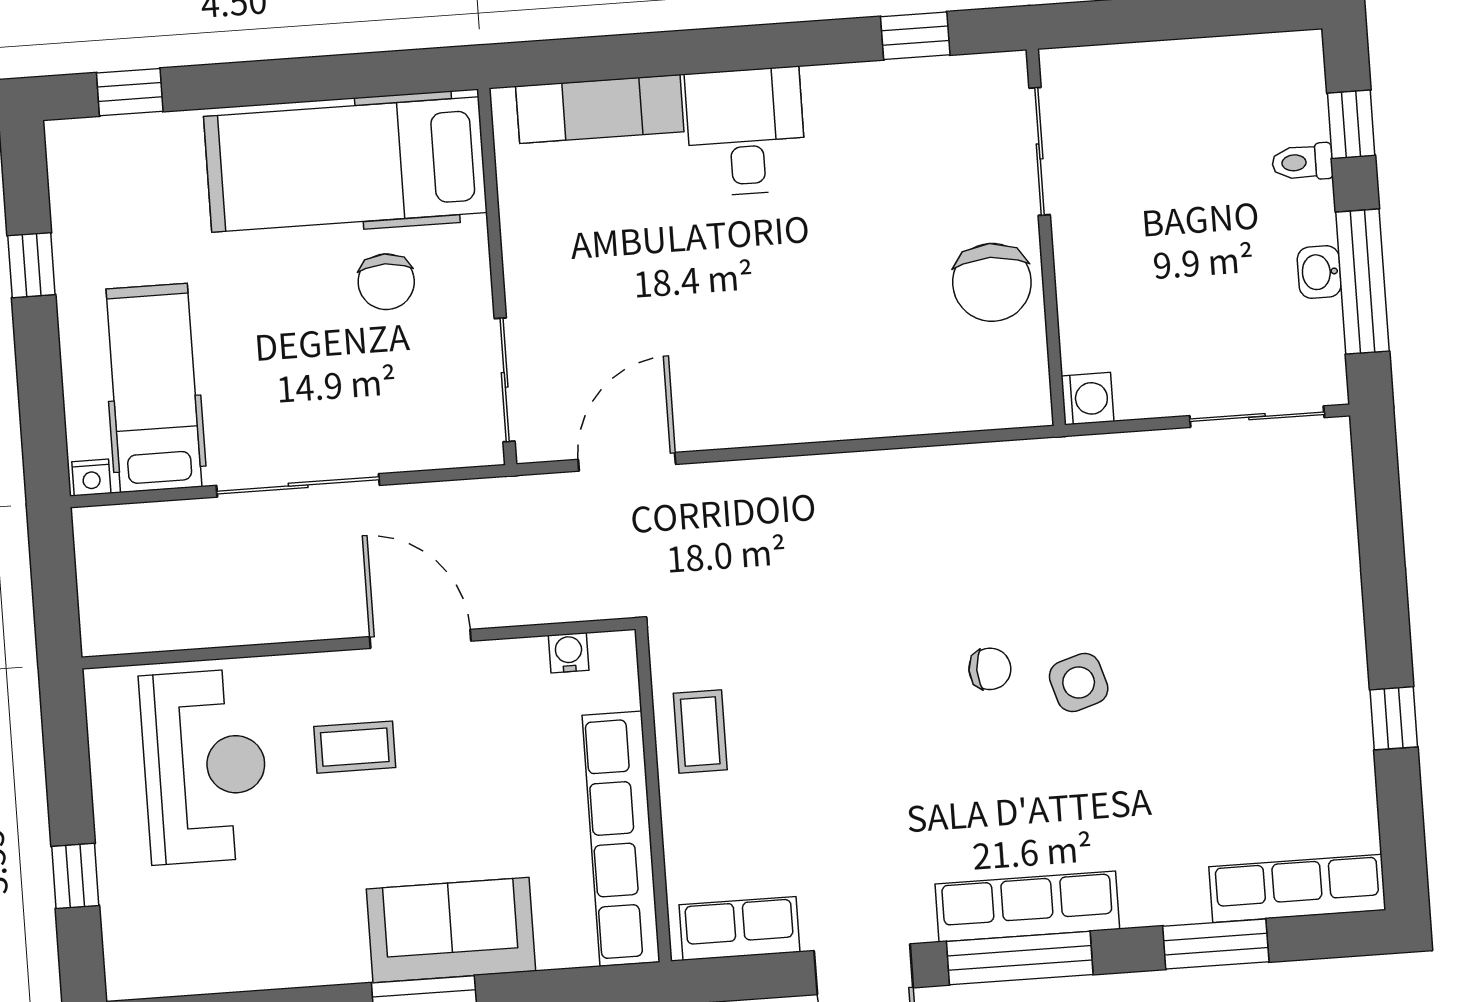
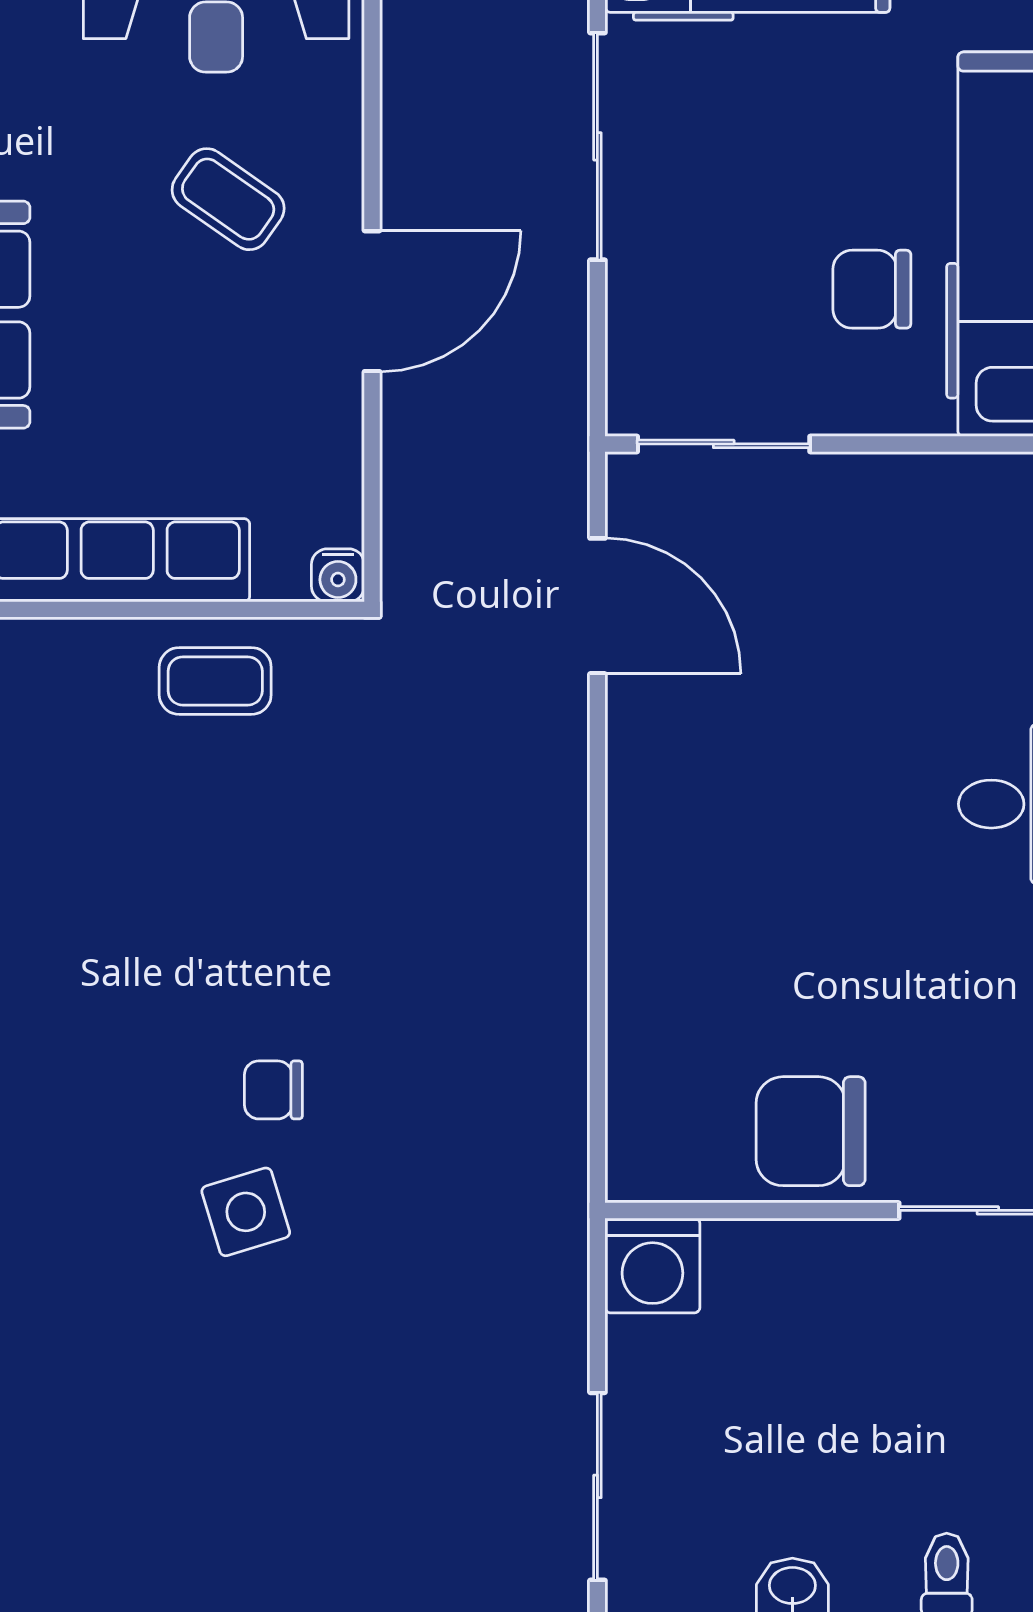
washing machine: (1087, 399) -> (652, 1265), width x1.38, depth x1.38
water cooler: (569, 653) -> (338, 575), moved, turned 90
chair: (990, 669) -> (273, 1090), turned 90
coffee table: (355, 747) -> (228, 199), turned -55

